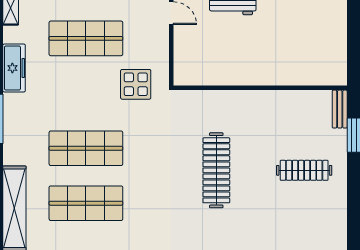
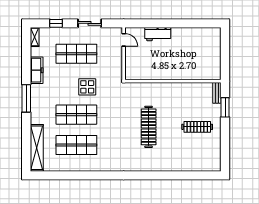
display table: (136, 84) -> (87, 87), moved

